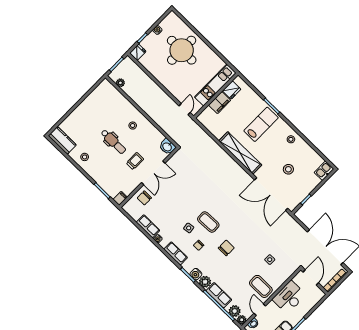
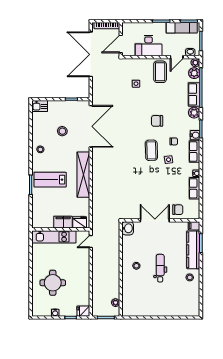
round table: (182, 50) -> (53, 283), width x0.73, depth x0.73
fridge: (232, 90) -> (80, 222), moved
kitchen counter: (62, 140) -> (193, 250), moved, width x1.50
trolley: (135, 161) -> (159, 241), removed
water cooler: (196, 274) -> (195, 135), moved

